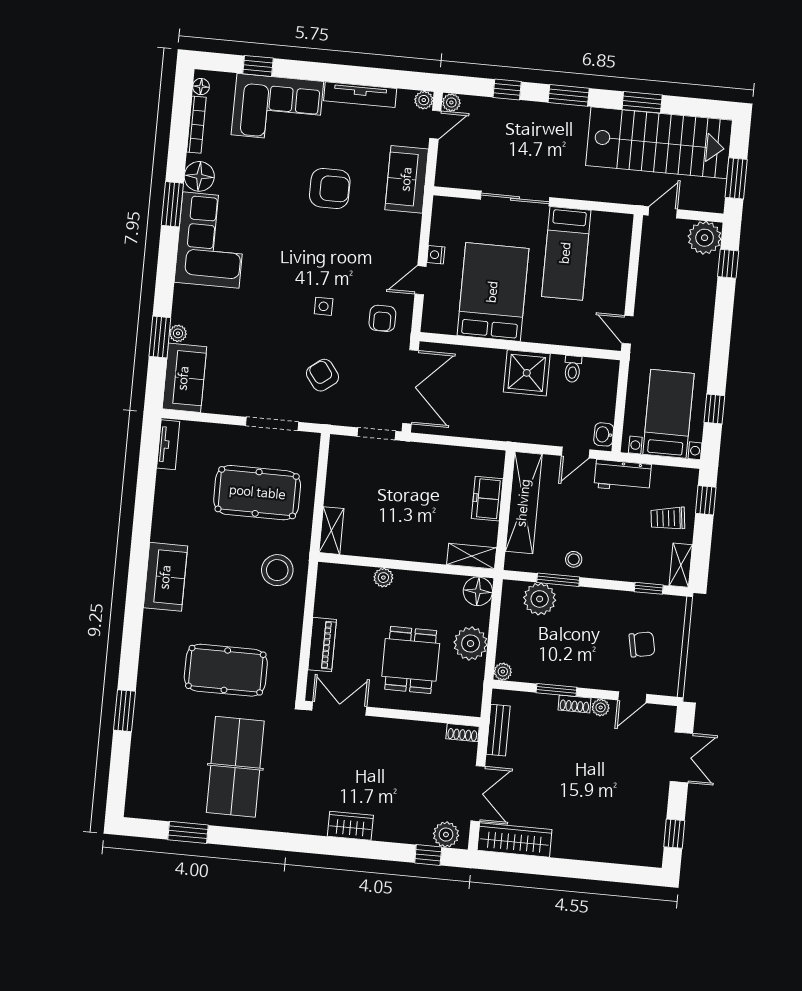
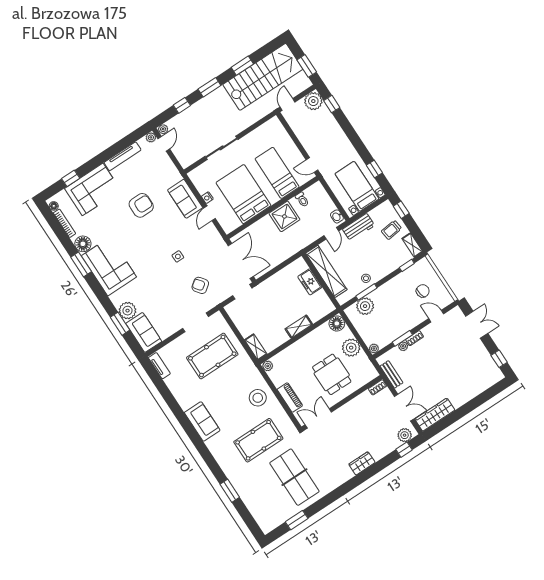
sofa: (407, 179) -> (185, 199), moved
bed: (566, 253) -> (277, 173), moved, turned 180
armchair: (382, 318) -> (206, 242), removed
plant: (178, 333) -> (128, 311), width x1.87, depth x1.87
shelving: (472, 556) -> (299, 327), moved
stool: (277, 570) -> (258, 398), moved
plant: (383, 578) -> (268, 366), moved
door: (632, 697) -> (436, 316), swing flipped
plant: (601, 707) -> (403, 346), moved

